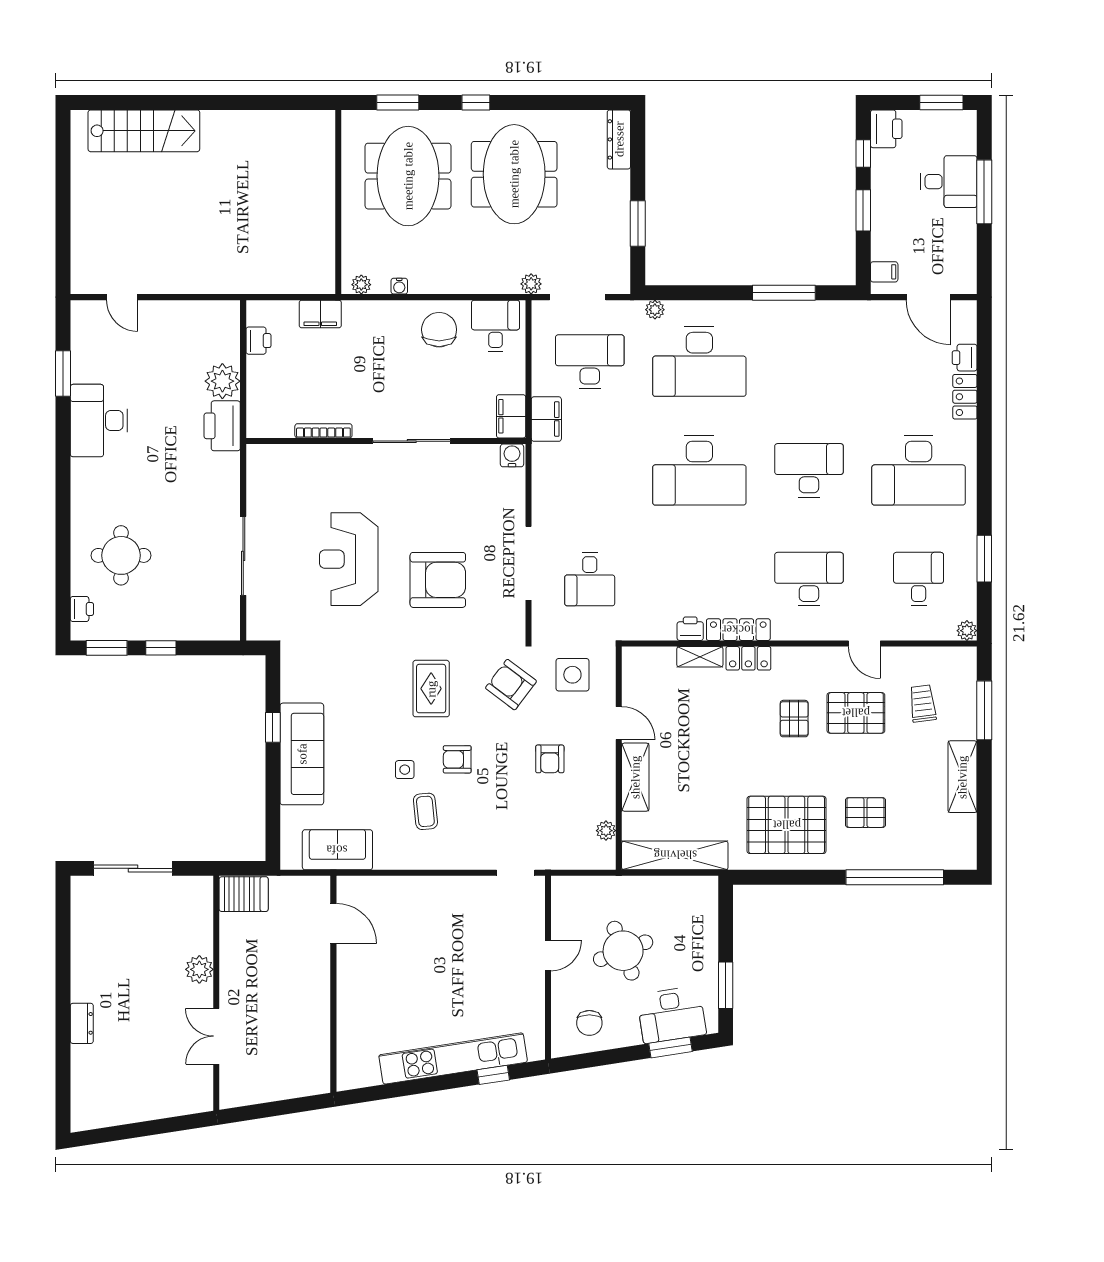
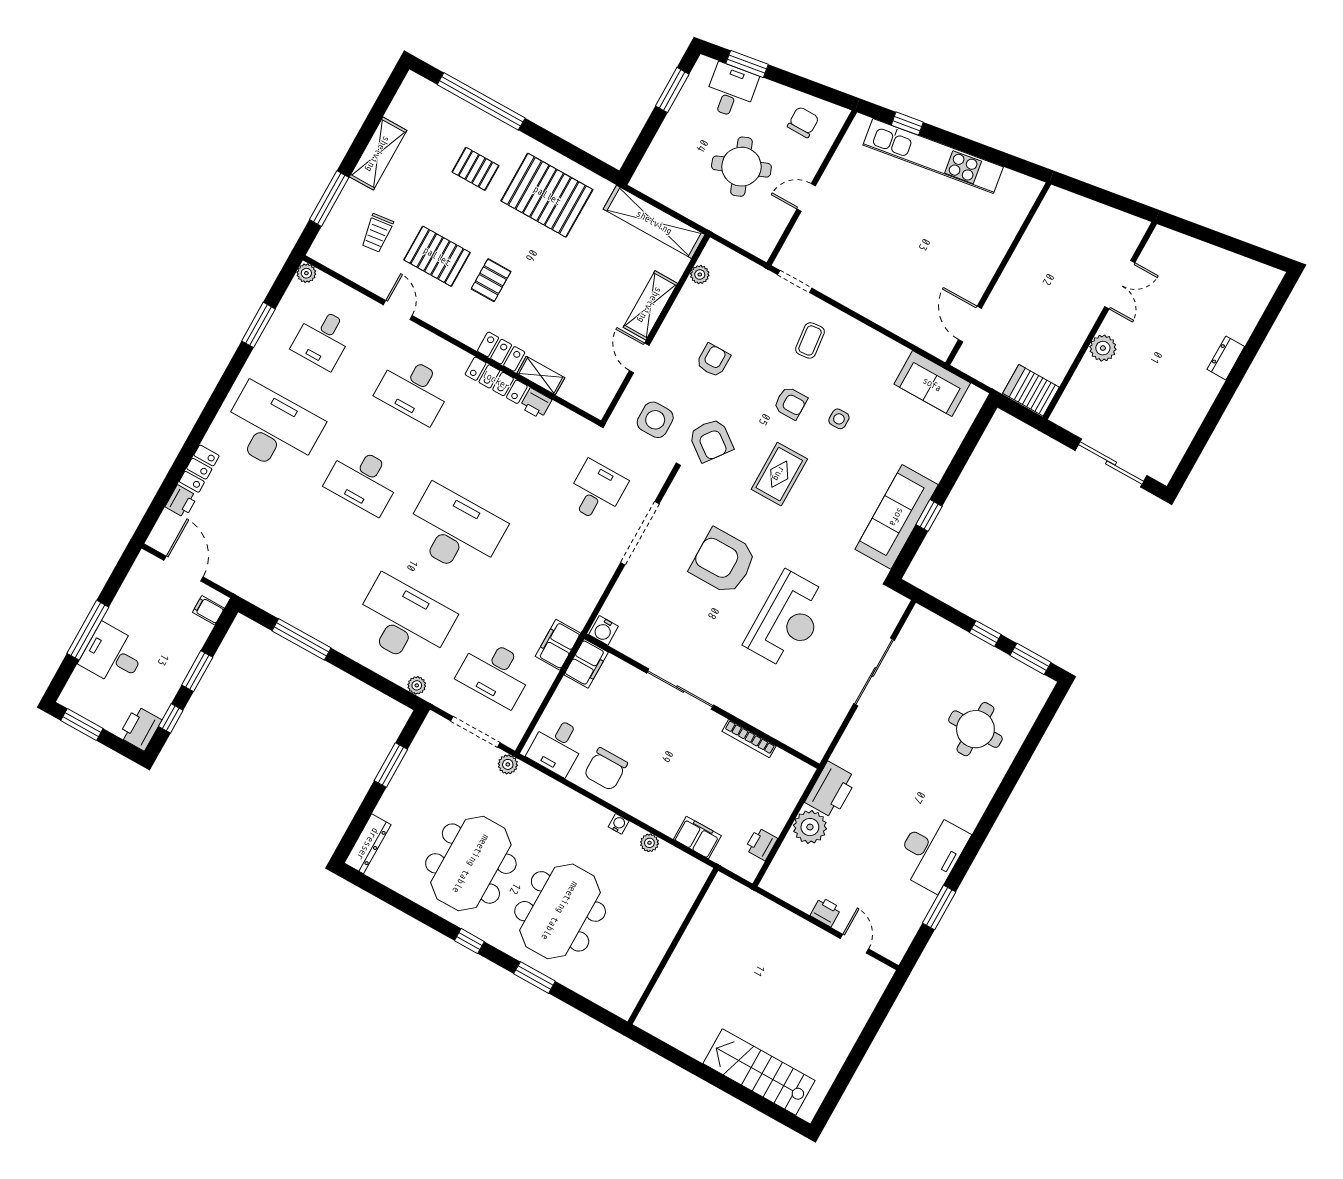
wall: (338, 202) -> (673, 946), moved
printer: (82, 609) -> (826, 912), moved, turned 90
sofa: (302, 754) -> (897, 517), moved
coffee table: (425, 811) -> (810, 340), moved
desk: (671, 1015) -> (731, 91), width x0.73

